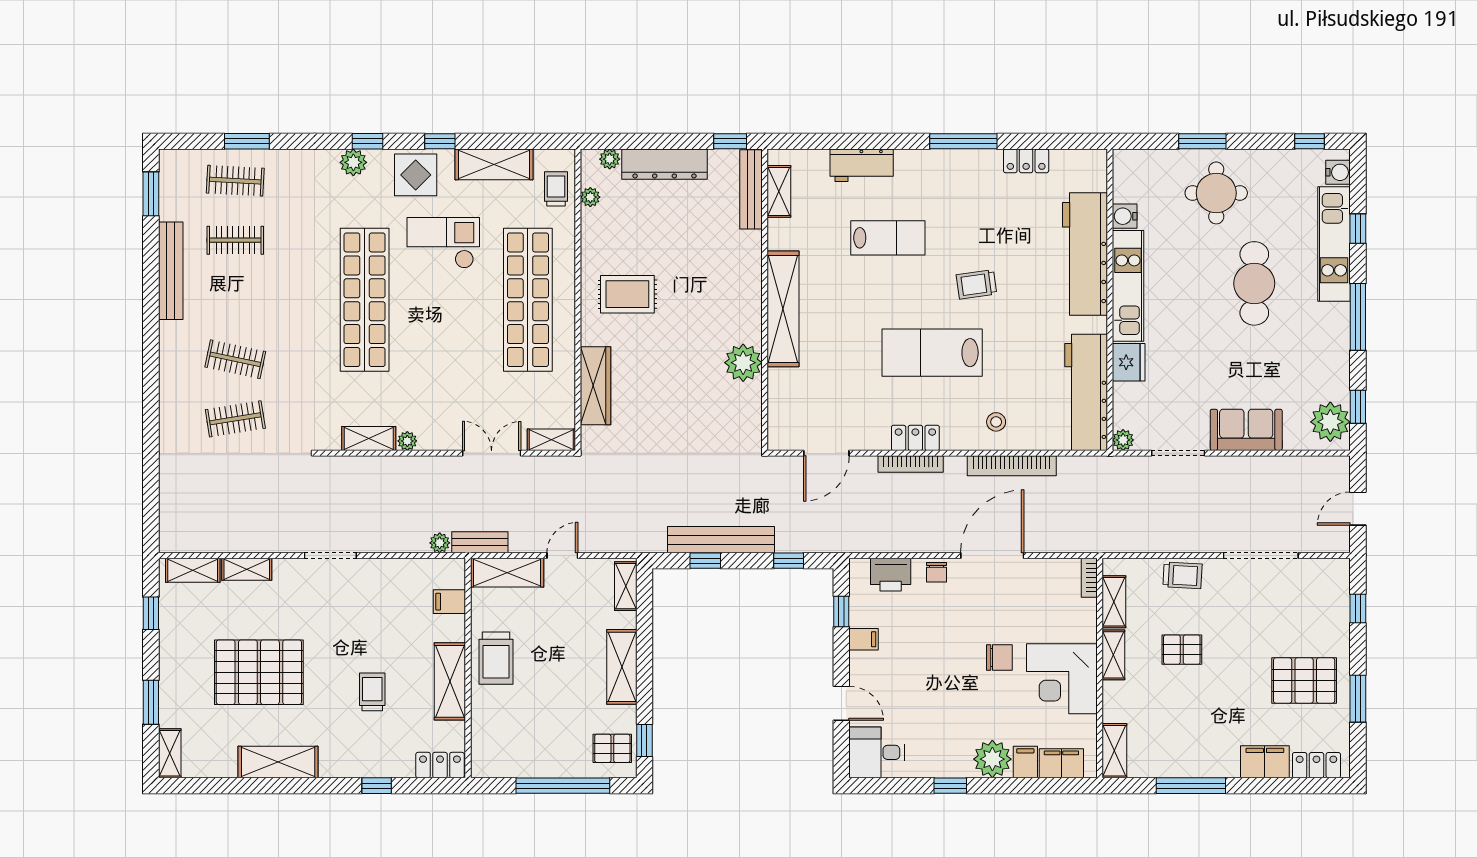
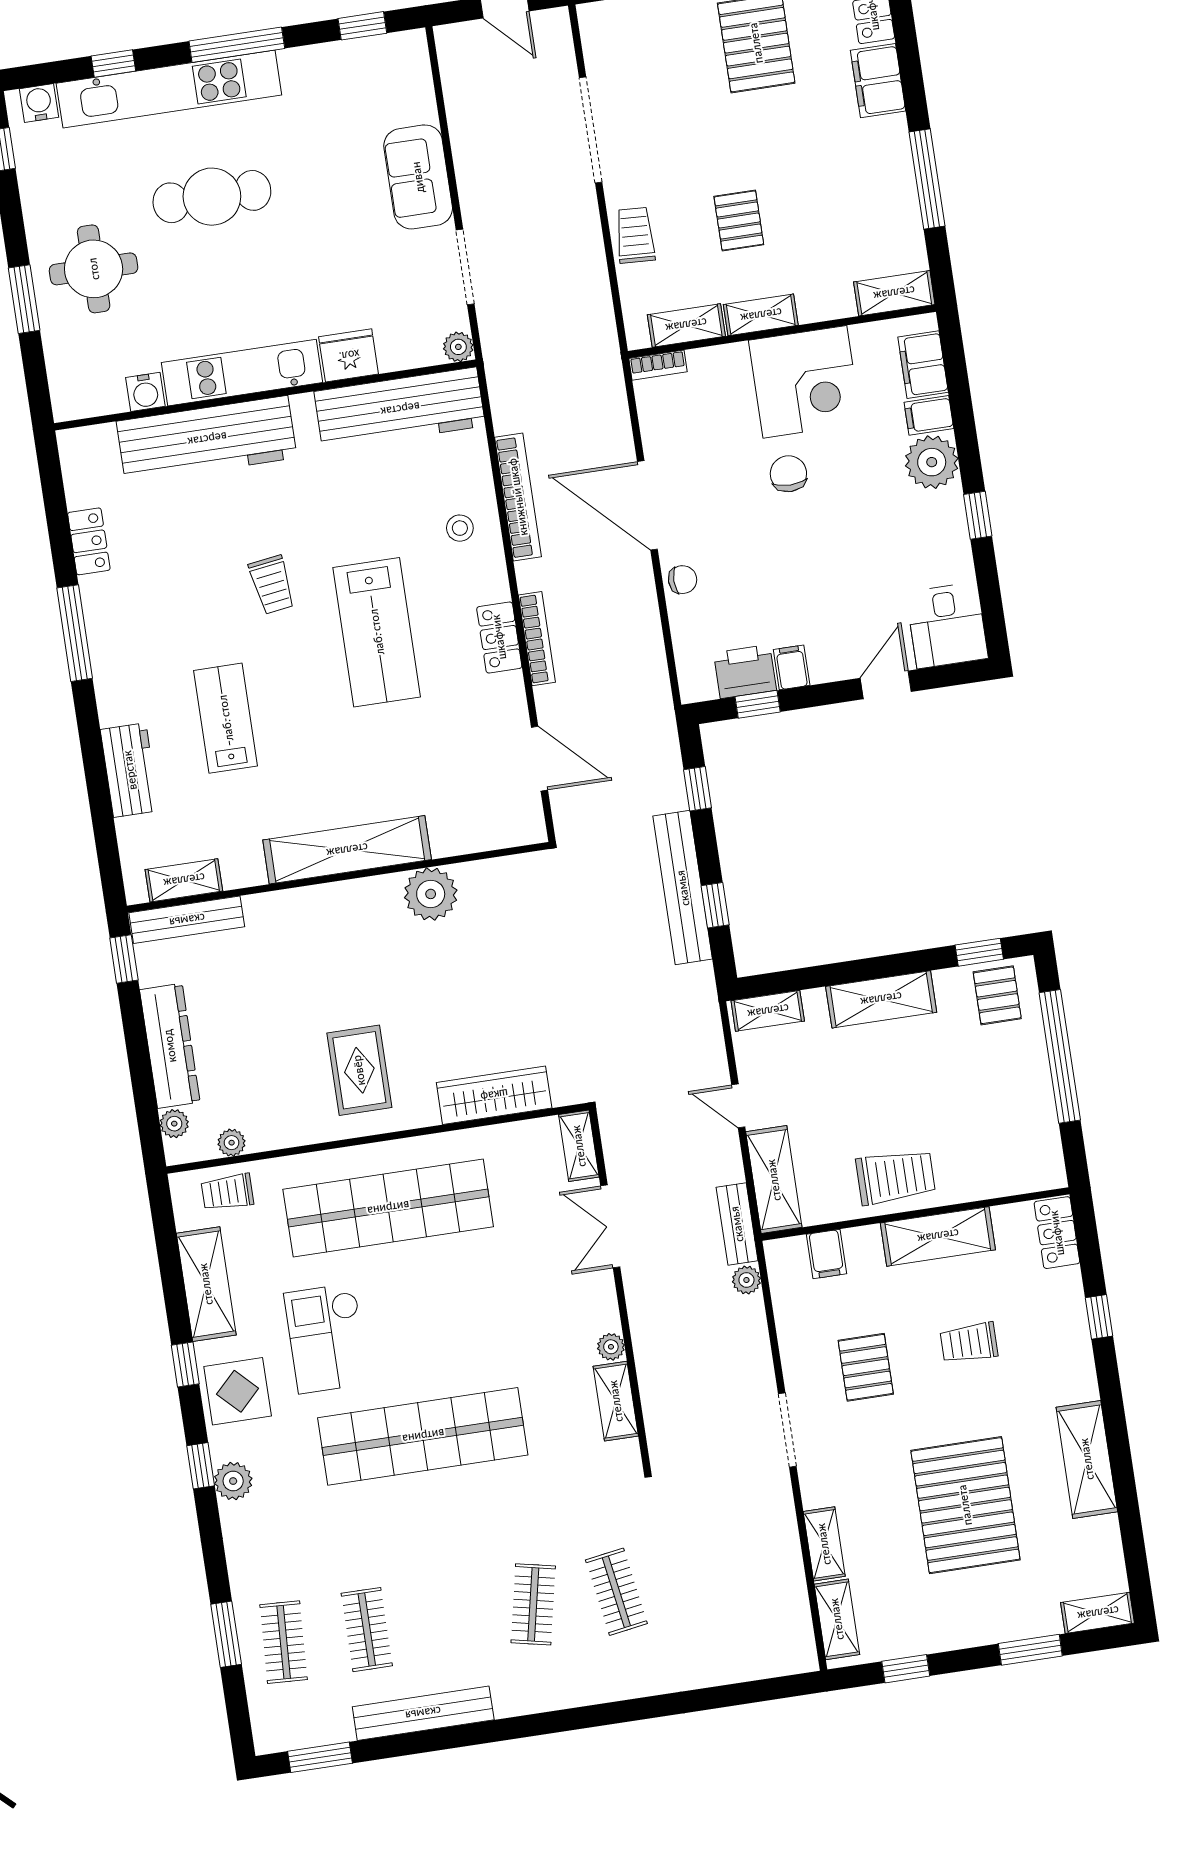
kitchen unit: (1334, 244) -> (169, 89), width x1.36
plant: (1330, 422) -> (389, 61), removed
printer: (891, 575) -> (745, 671), moved, turned -90
pallet: (366, 617) -> (866, 1367), added

